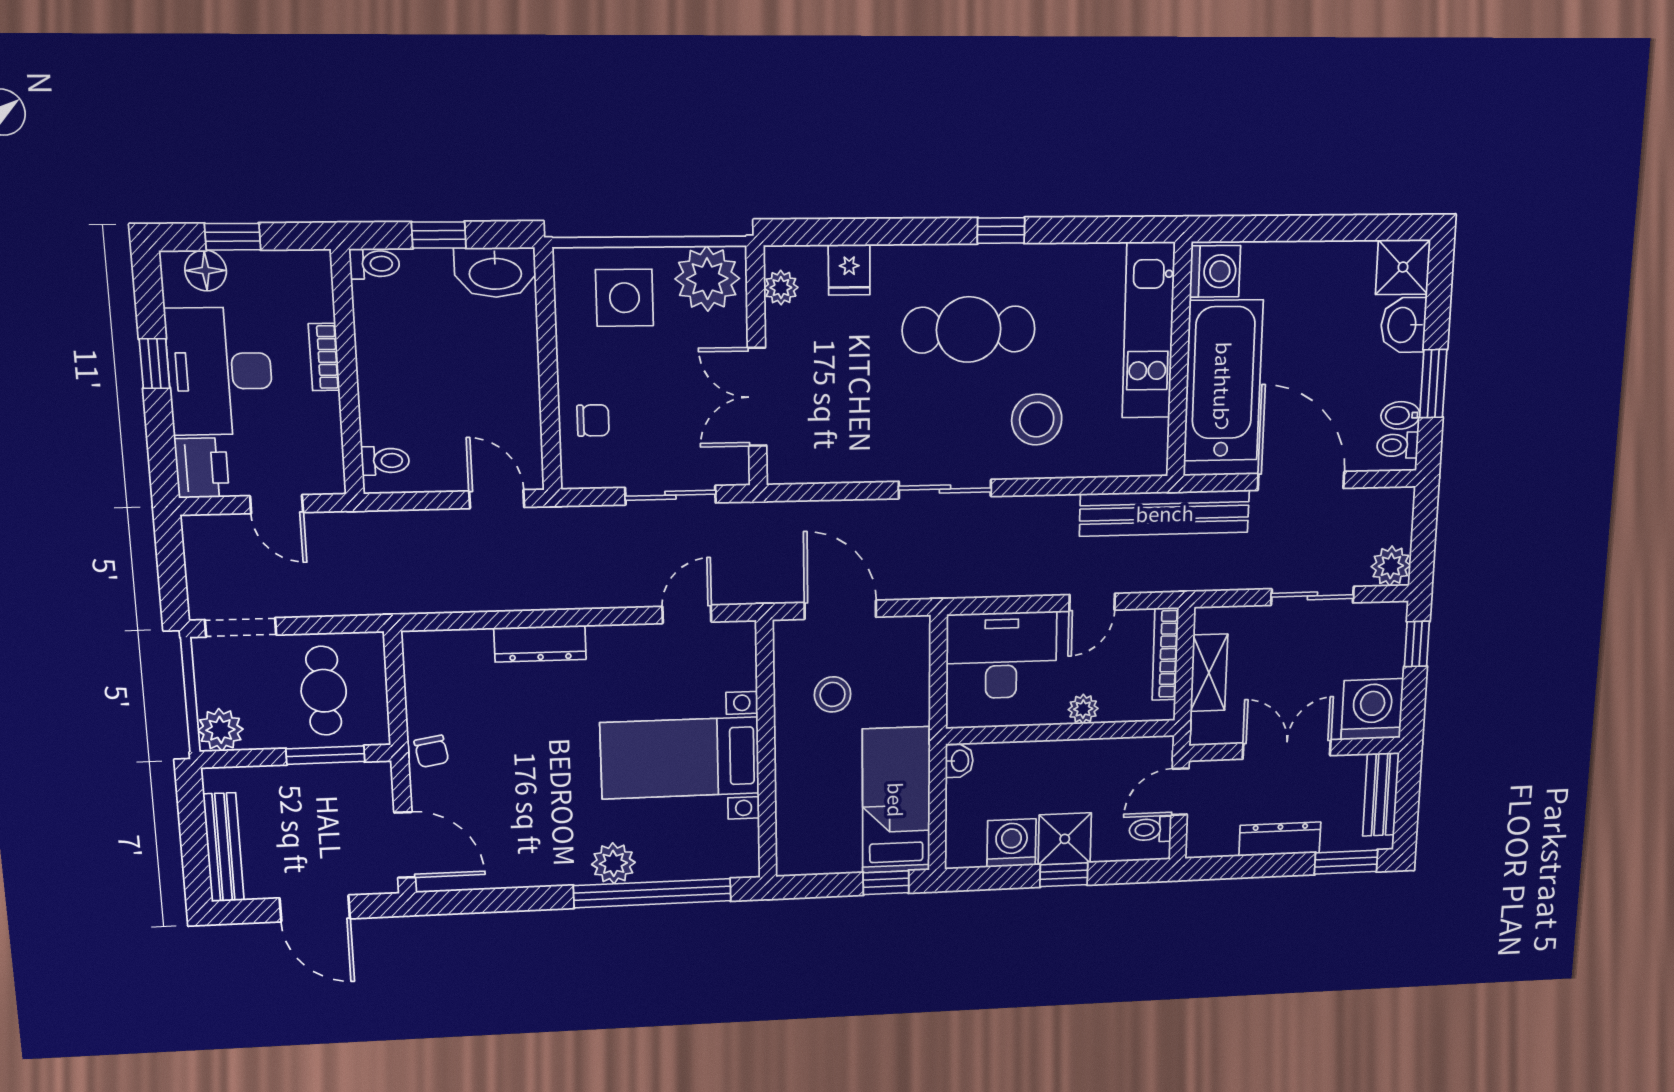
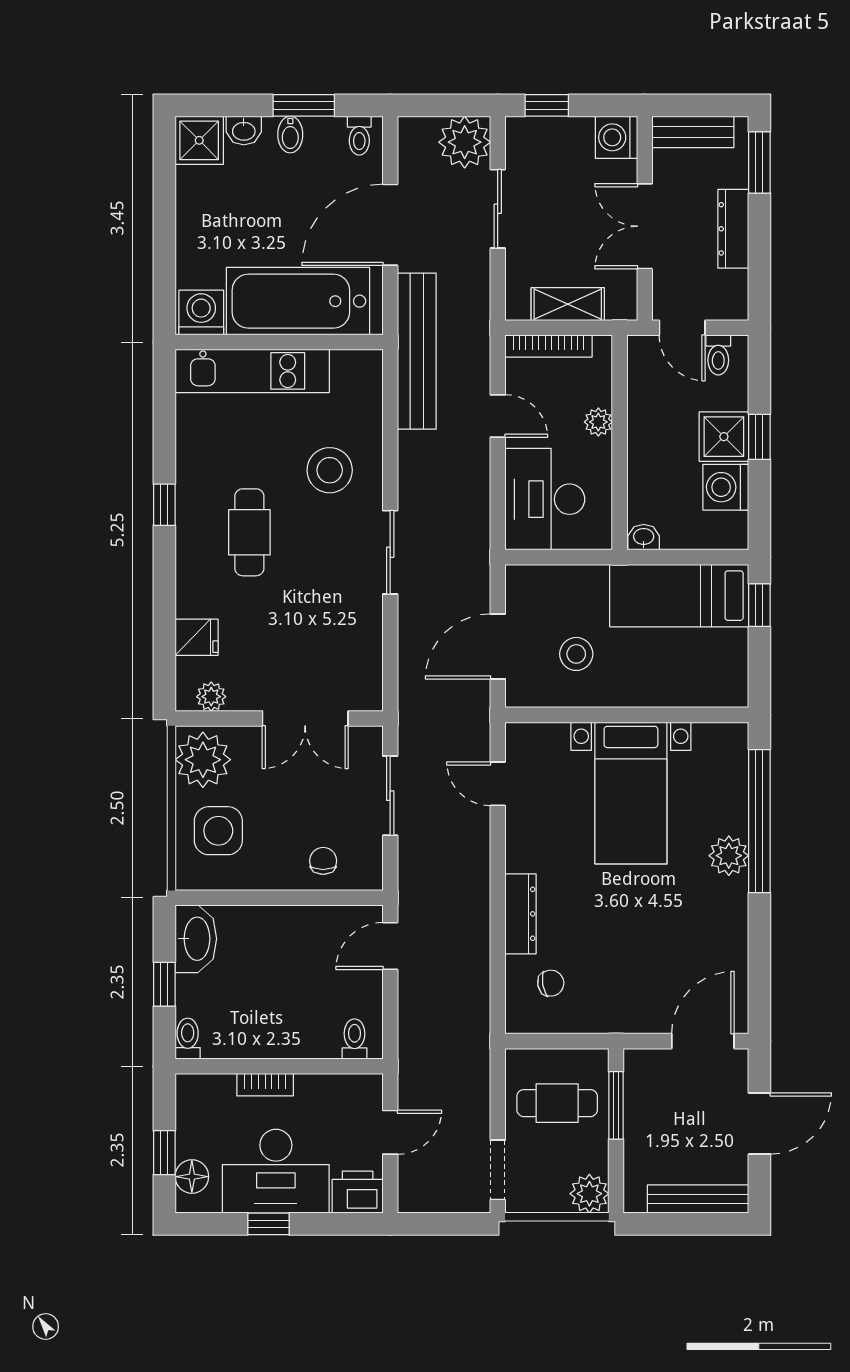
washbasin: (1403, 325) -> (244, 131), width x0.72, depth x0.69
cafe table: (969, 330) -> (249, 532), width x0.73, depth x0.74
bidet: (1400, 415) -> (290, 135), moved
plant: (1391, 566) -> (465, 142), width x1.36, depth x1.36
washing machine: (1372, 709) -> (616, 137), width x0.73, depth x0.73
chair: (431, 751) -> (551, 983), moved

